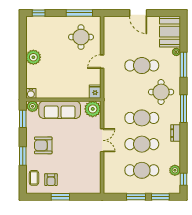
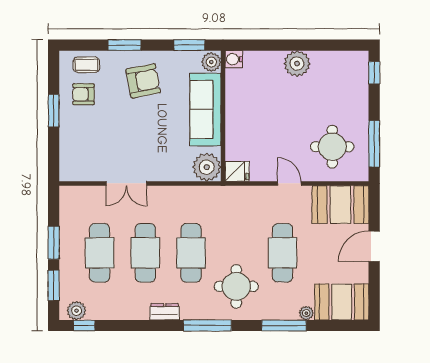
booth: (114, 32) -> (340, 205), added
double door: (102, 140) -> (126, 183), moved
armchair: (43, 145) -> (143, 81), turned 79
plant: (175, 170) -> (77, 311), moved

